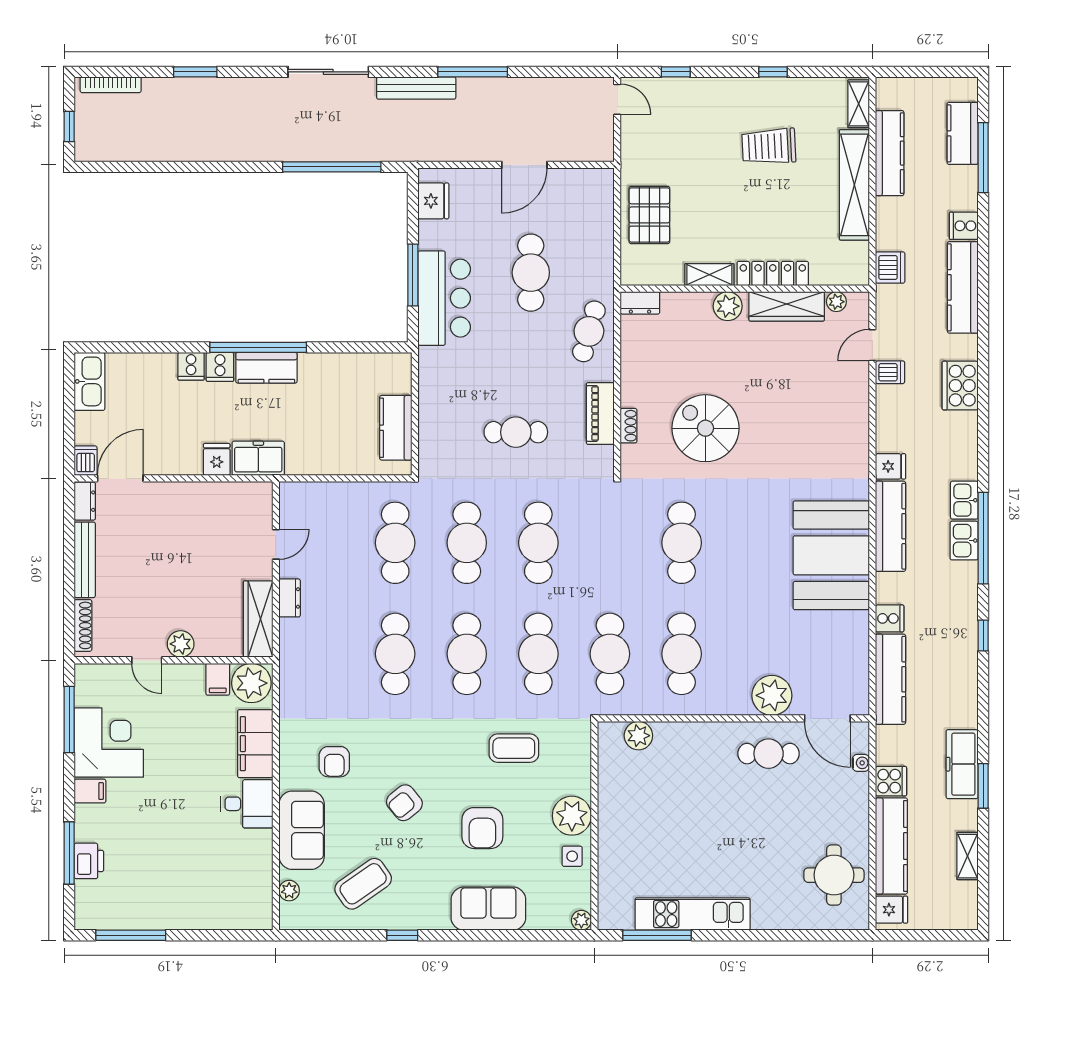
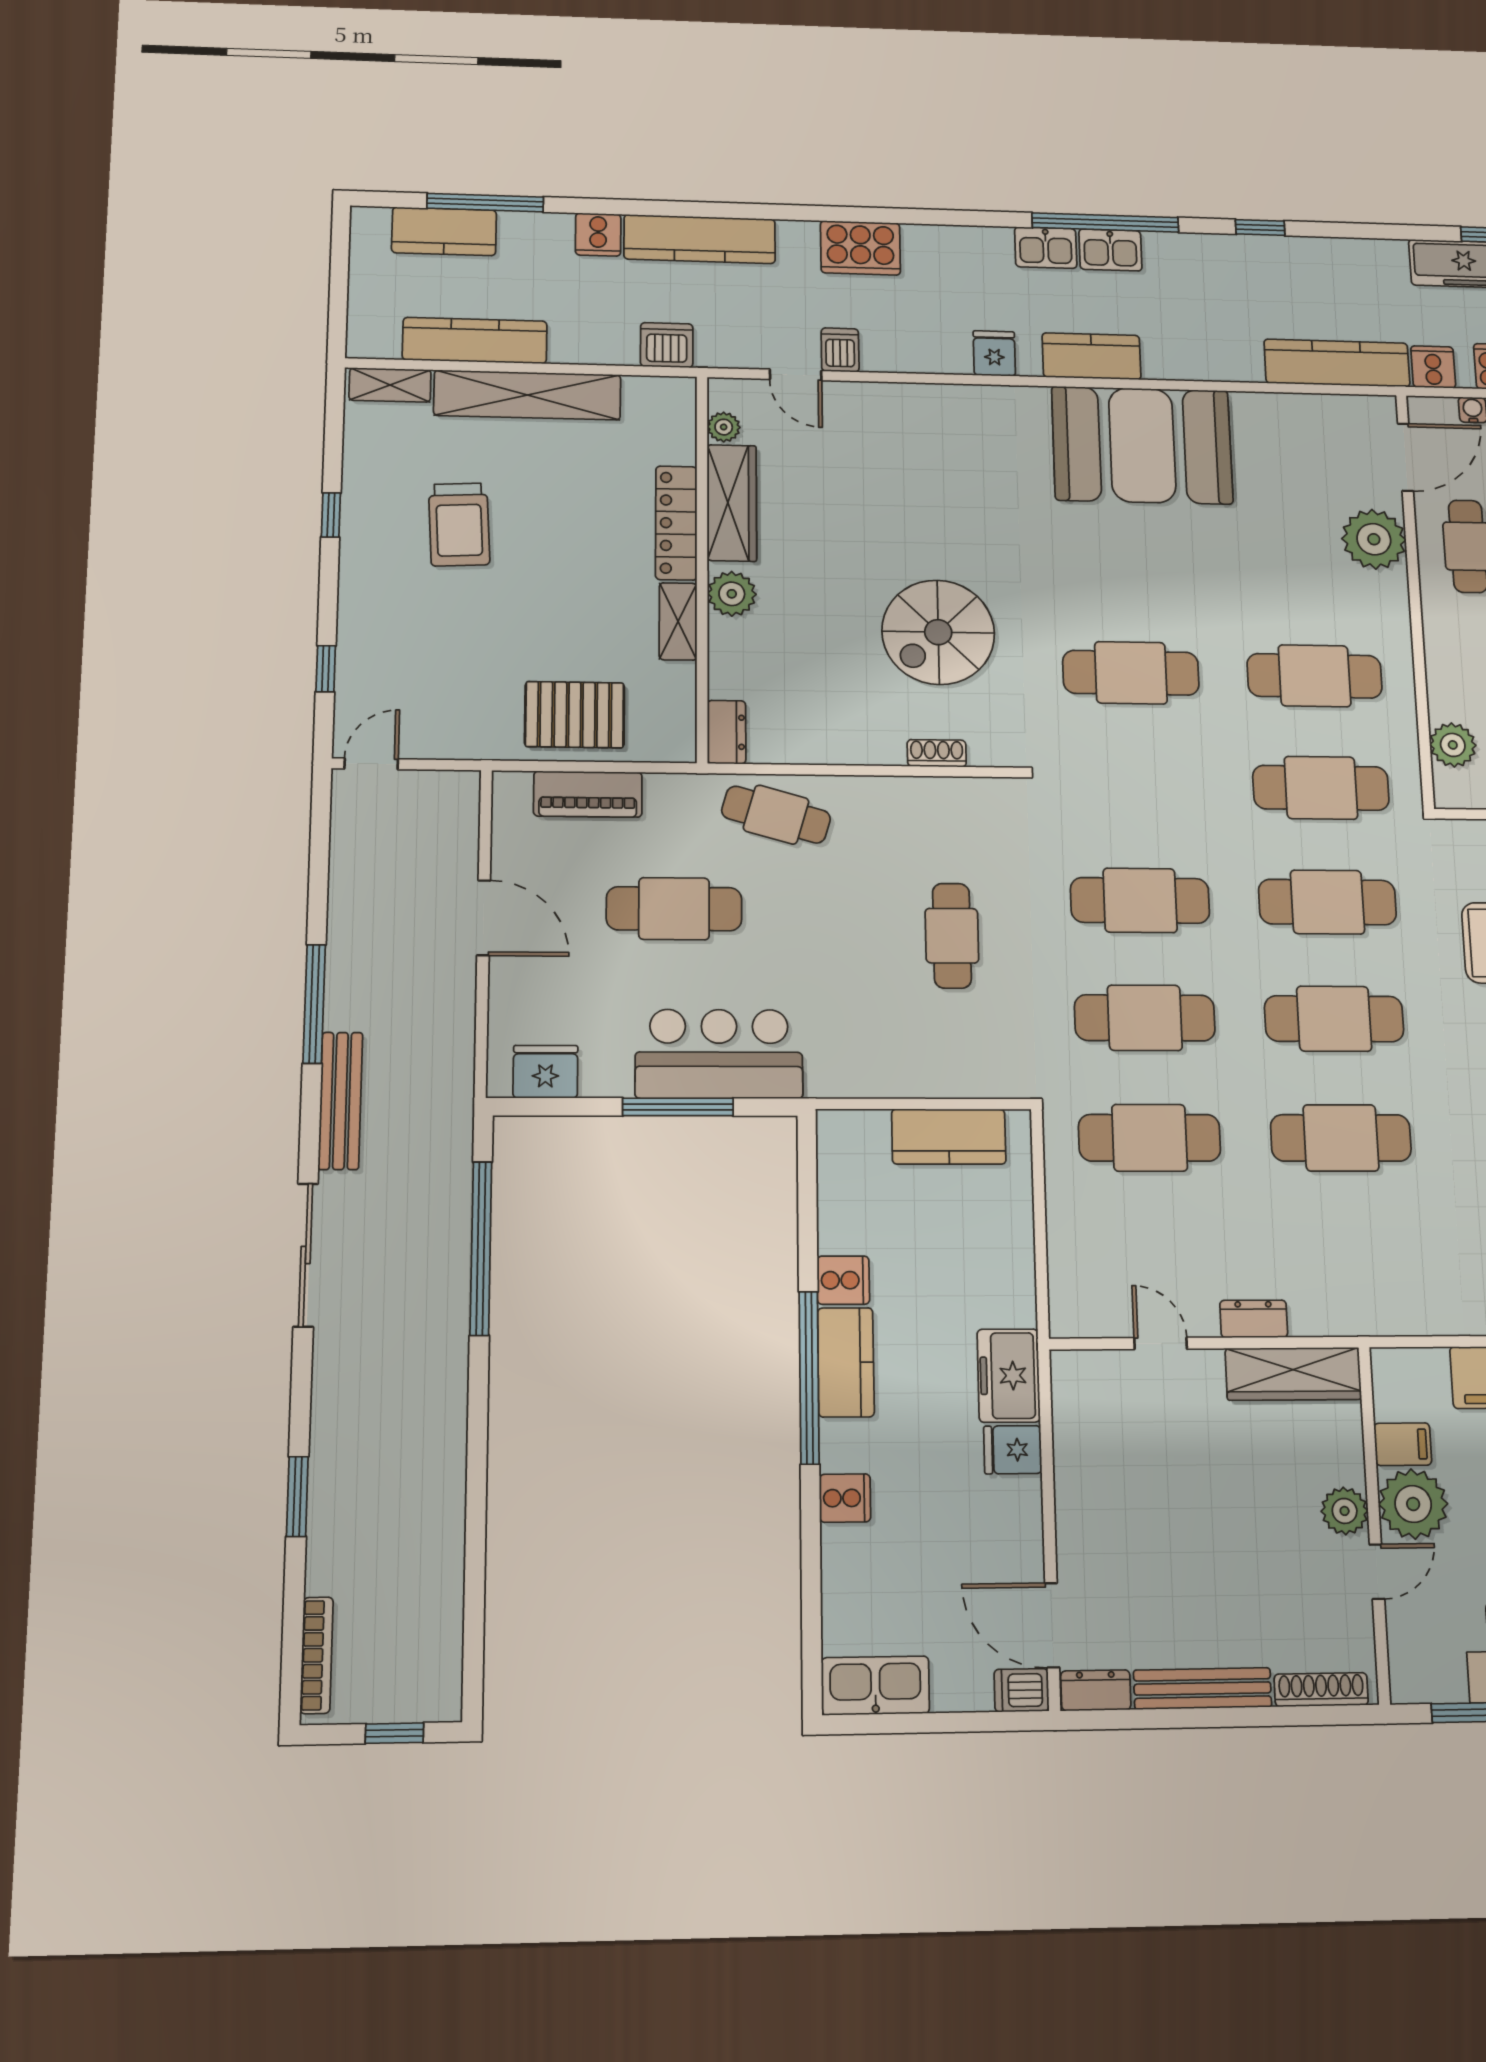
cooker: (220, 367) -> (843, 1280), moved
piano: (600, 414) -> (588, 794), moved
kitchen counter: (890, 526) -> (1092, 356), width x0.67
cooker: (890, 618) -> (1433, 367), moved
plant: (251, 683) -> (1413, 1504), moved

